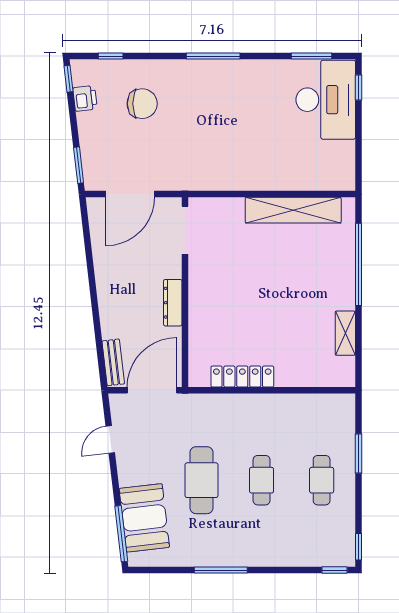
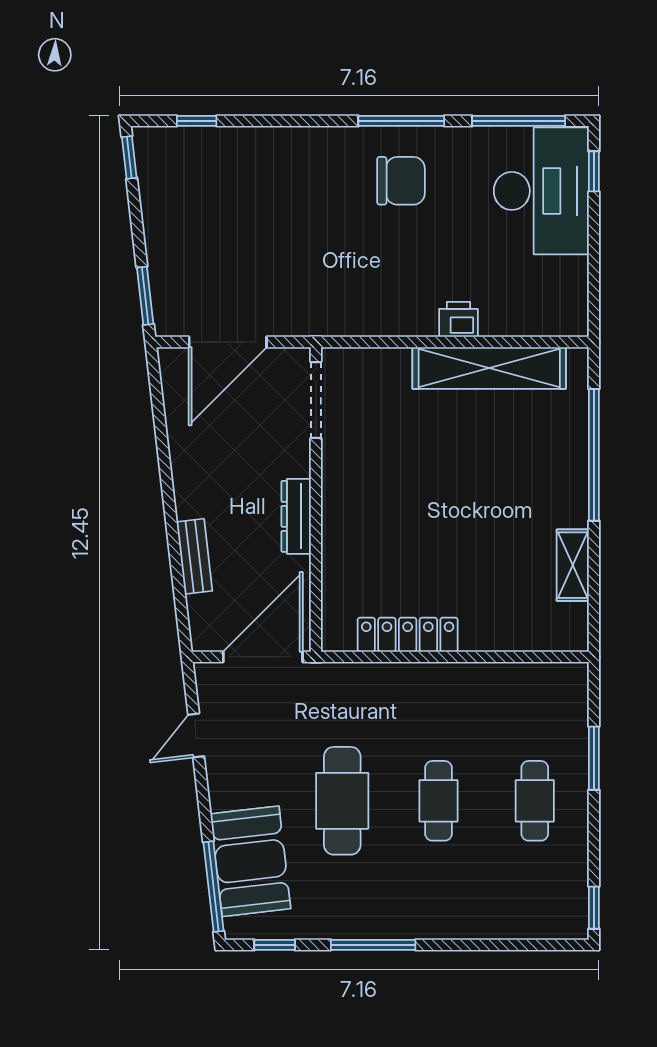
window: (213, 56) -> (401, 121), moved
window: (312, 56) -> (519, 121), width x1.44
printer: (85, 98) -> (458, 319), moved, turned -83
chair: (142, 104) -> (401, 181), moved
bench: (113, 362) -> (194, 556), moved
window: (335, 570) -> (275, 945), moved

